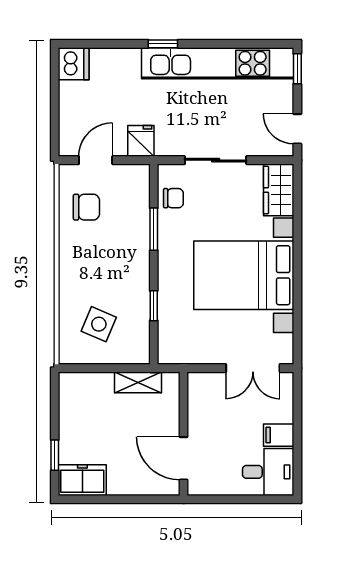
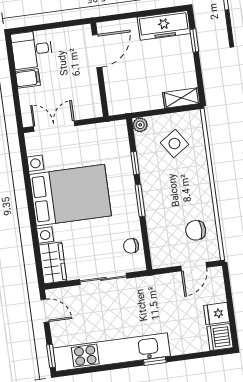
fridge: (141, 141) -> (217, 314), moved, turned 90
window: (154, 229) -> (140, 200), moved
side table: (99, 324) -> (174, 144), turned 33
plant: (140, 355) -> (140, 125), added
shelving: (138, 382) -> (181, 98), moved
door: (183, 458) -> (97, 51), hinge flipped
freezer: (82, 480) -> (164, 25), width x1.40

